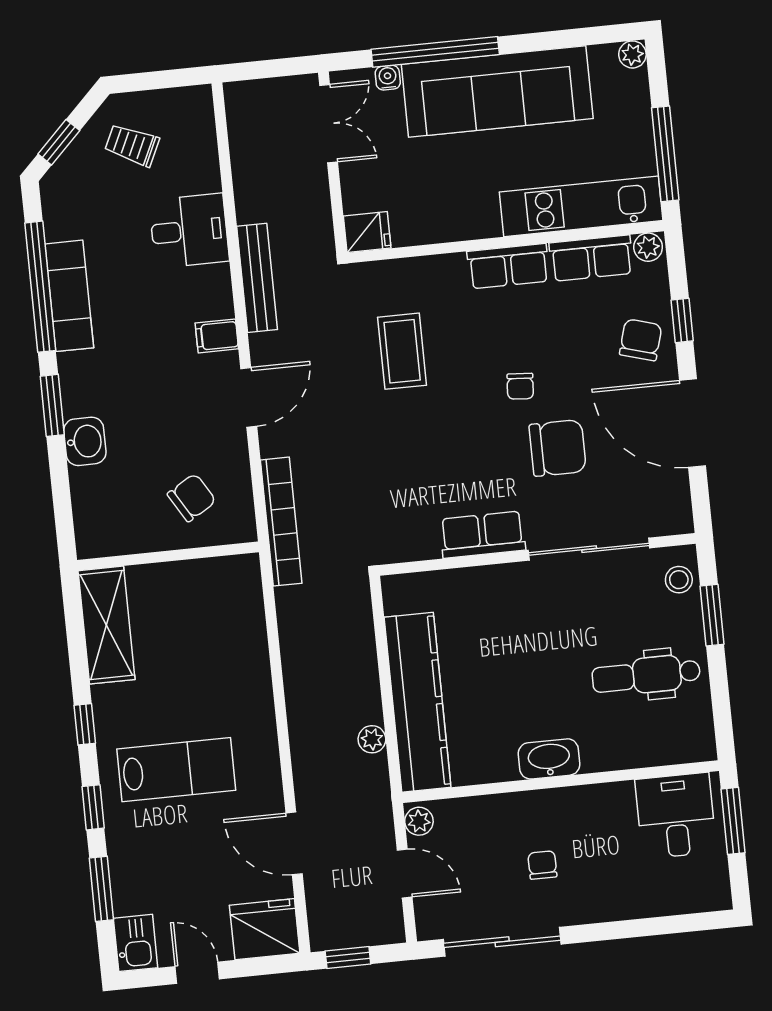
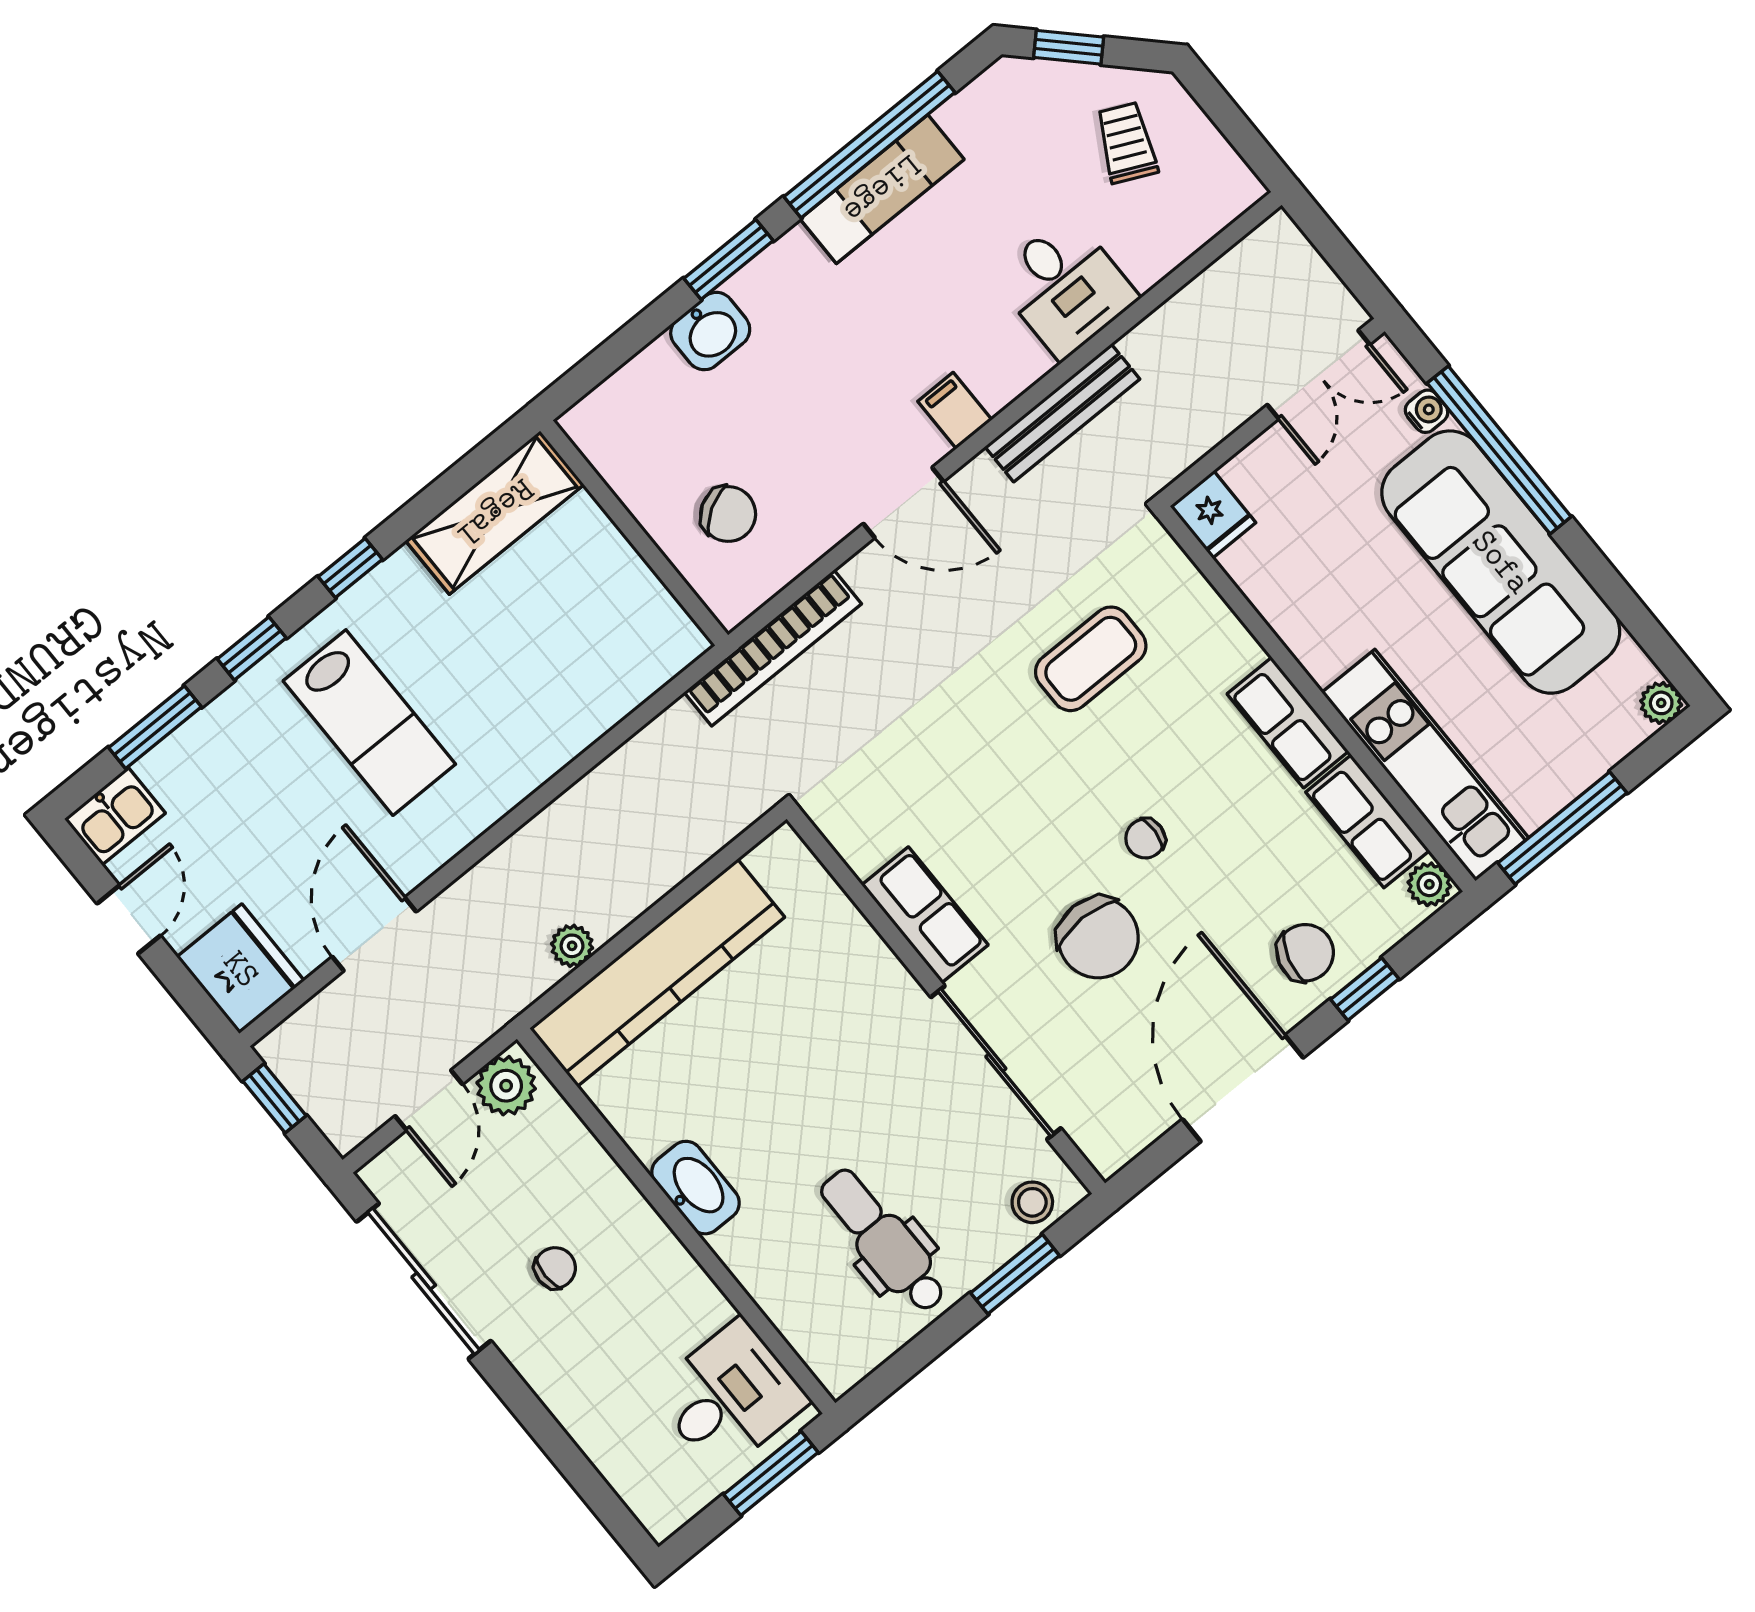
plant: (419, 821) -> (506, 1086), width x1.38, depth x1.38

